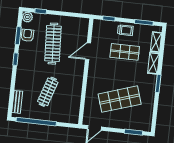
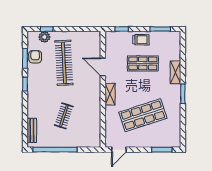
plant: (27, 17) -> (44, 37), moved
shelving: (156, 42) -> (110, 94), moved
door: (88, 51) -> (103, 67), hinge flipped
clothes rail: (48, 92) -> (64, 116), width x0.73

